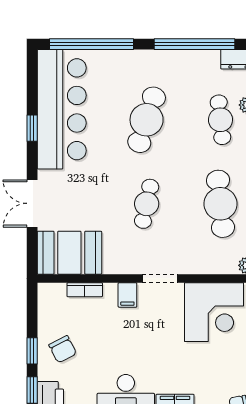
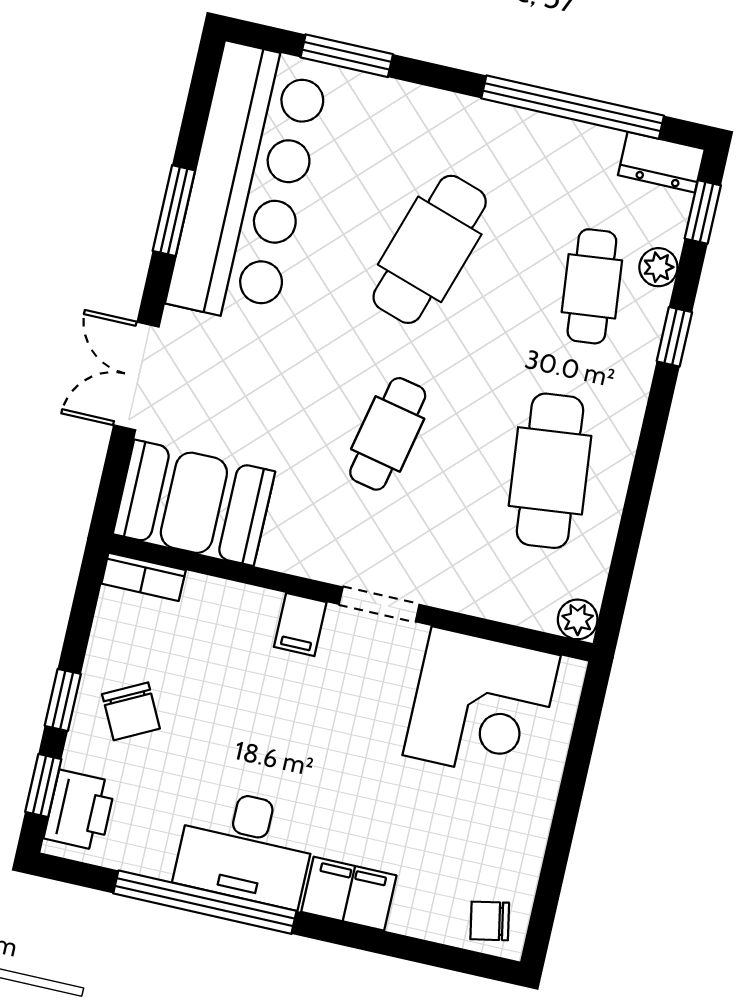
window: (92, 44) -> (347, 56), width x0.47
window: (32, 128) -> (174, 211), width x1.50
bookcase: (85, 290) -> (144, 577), moved

